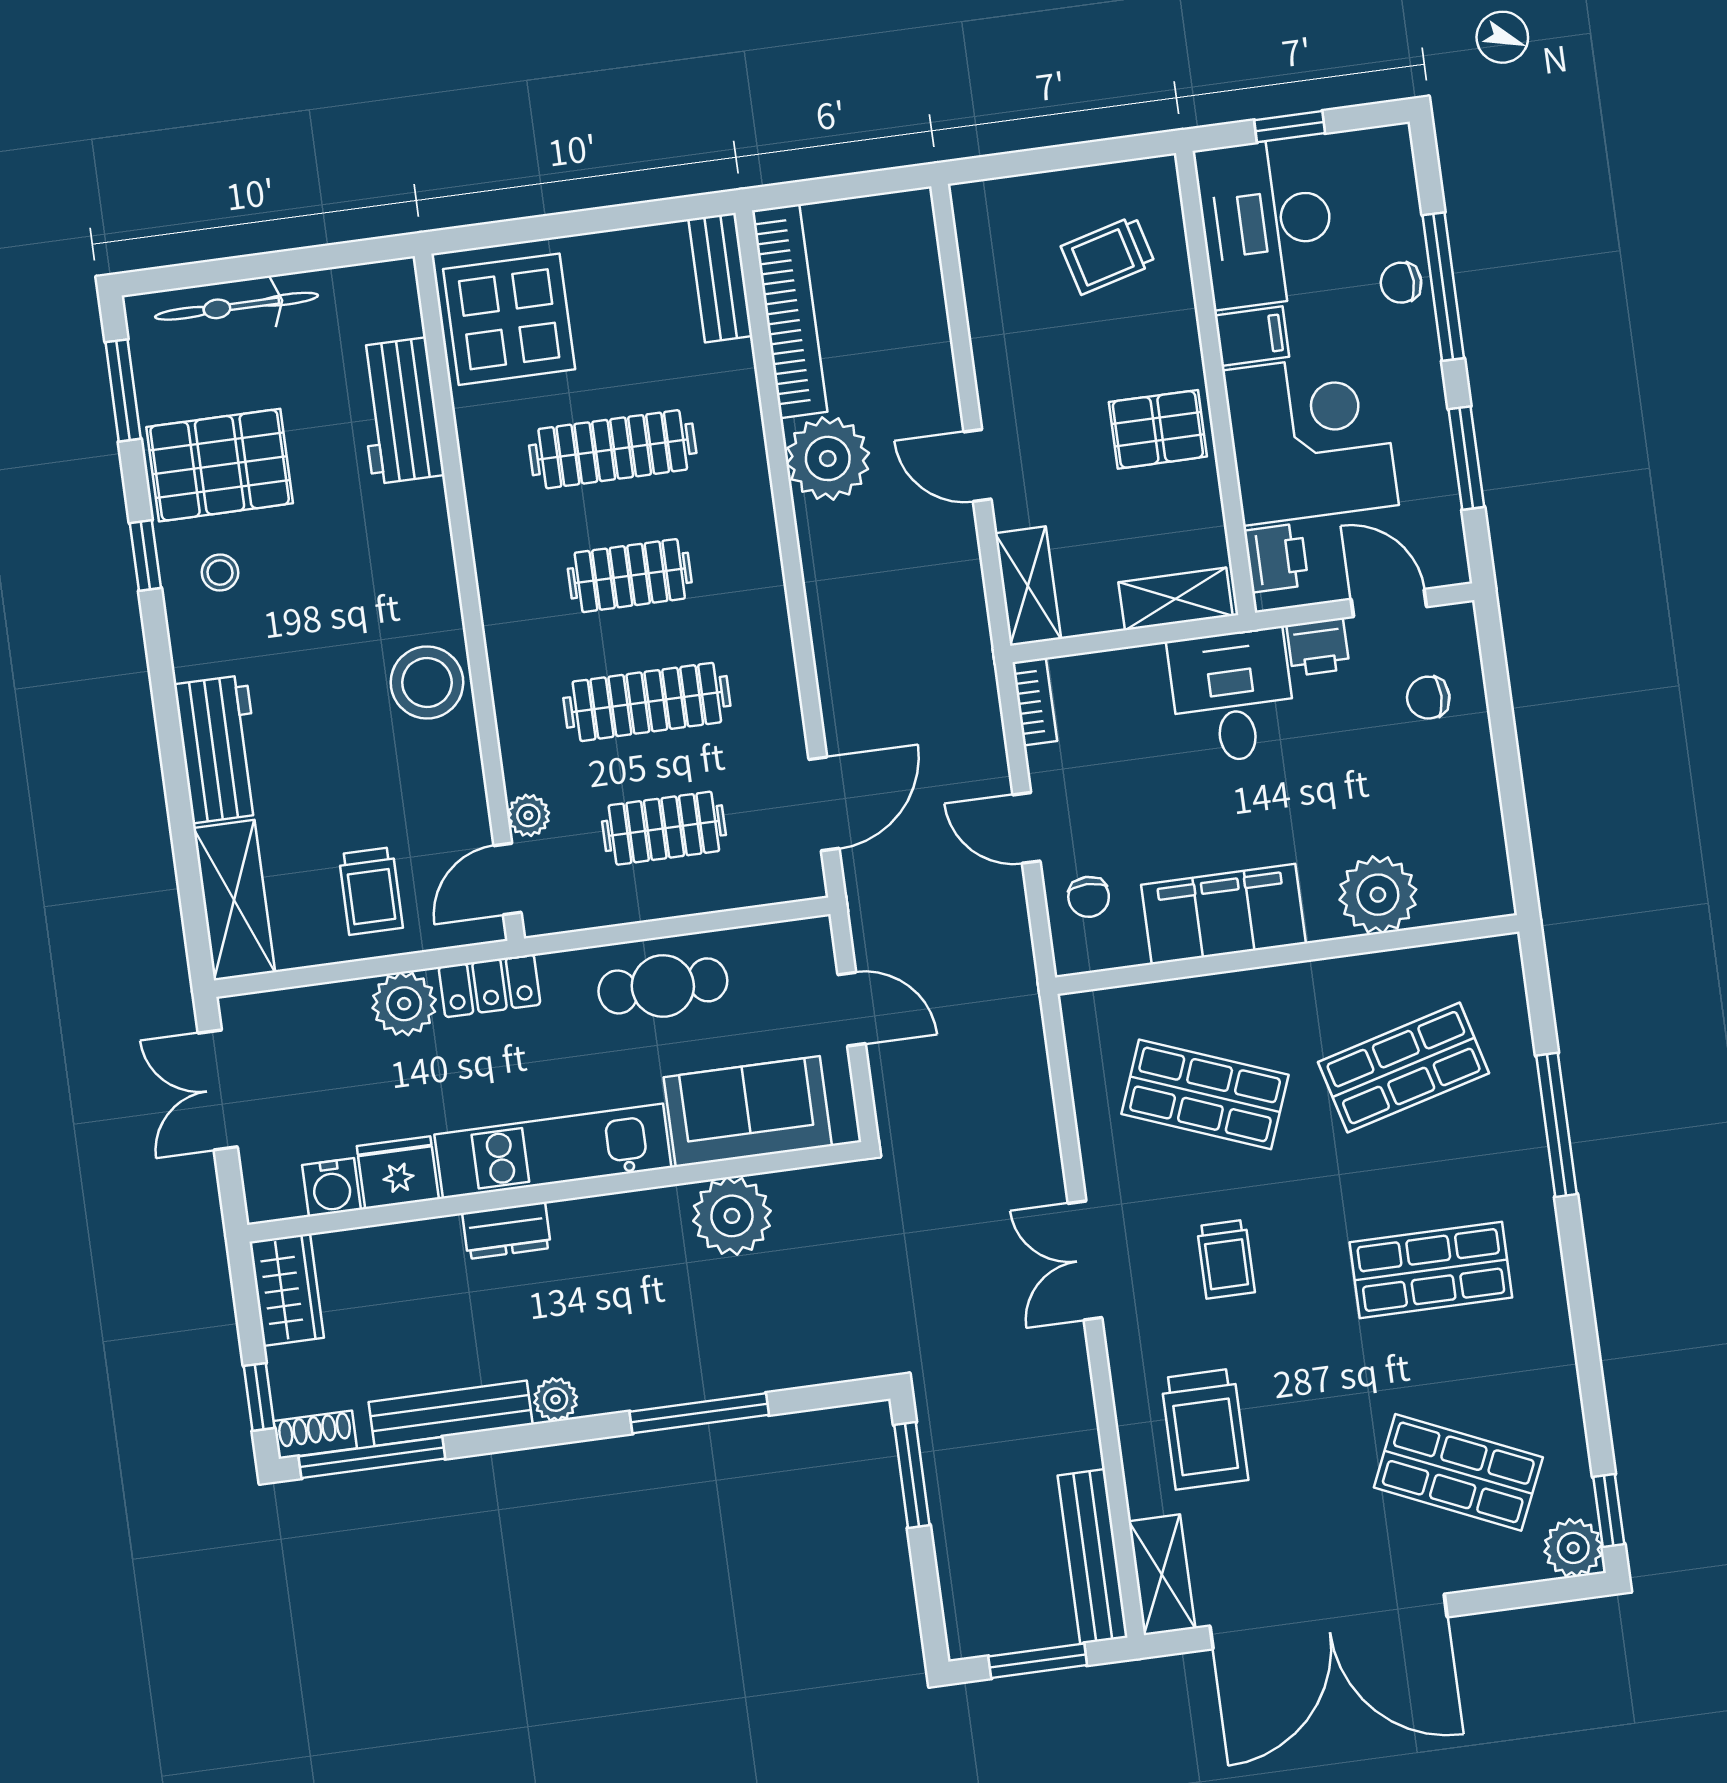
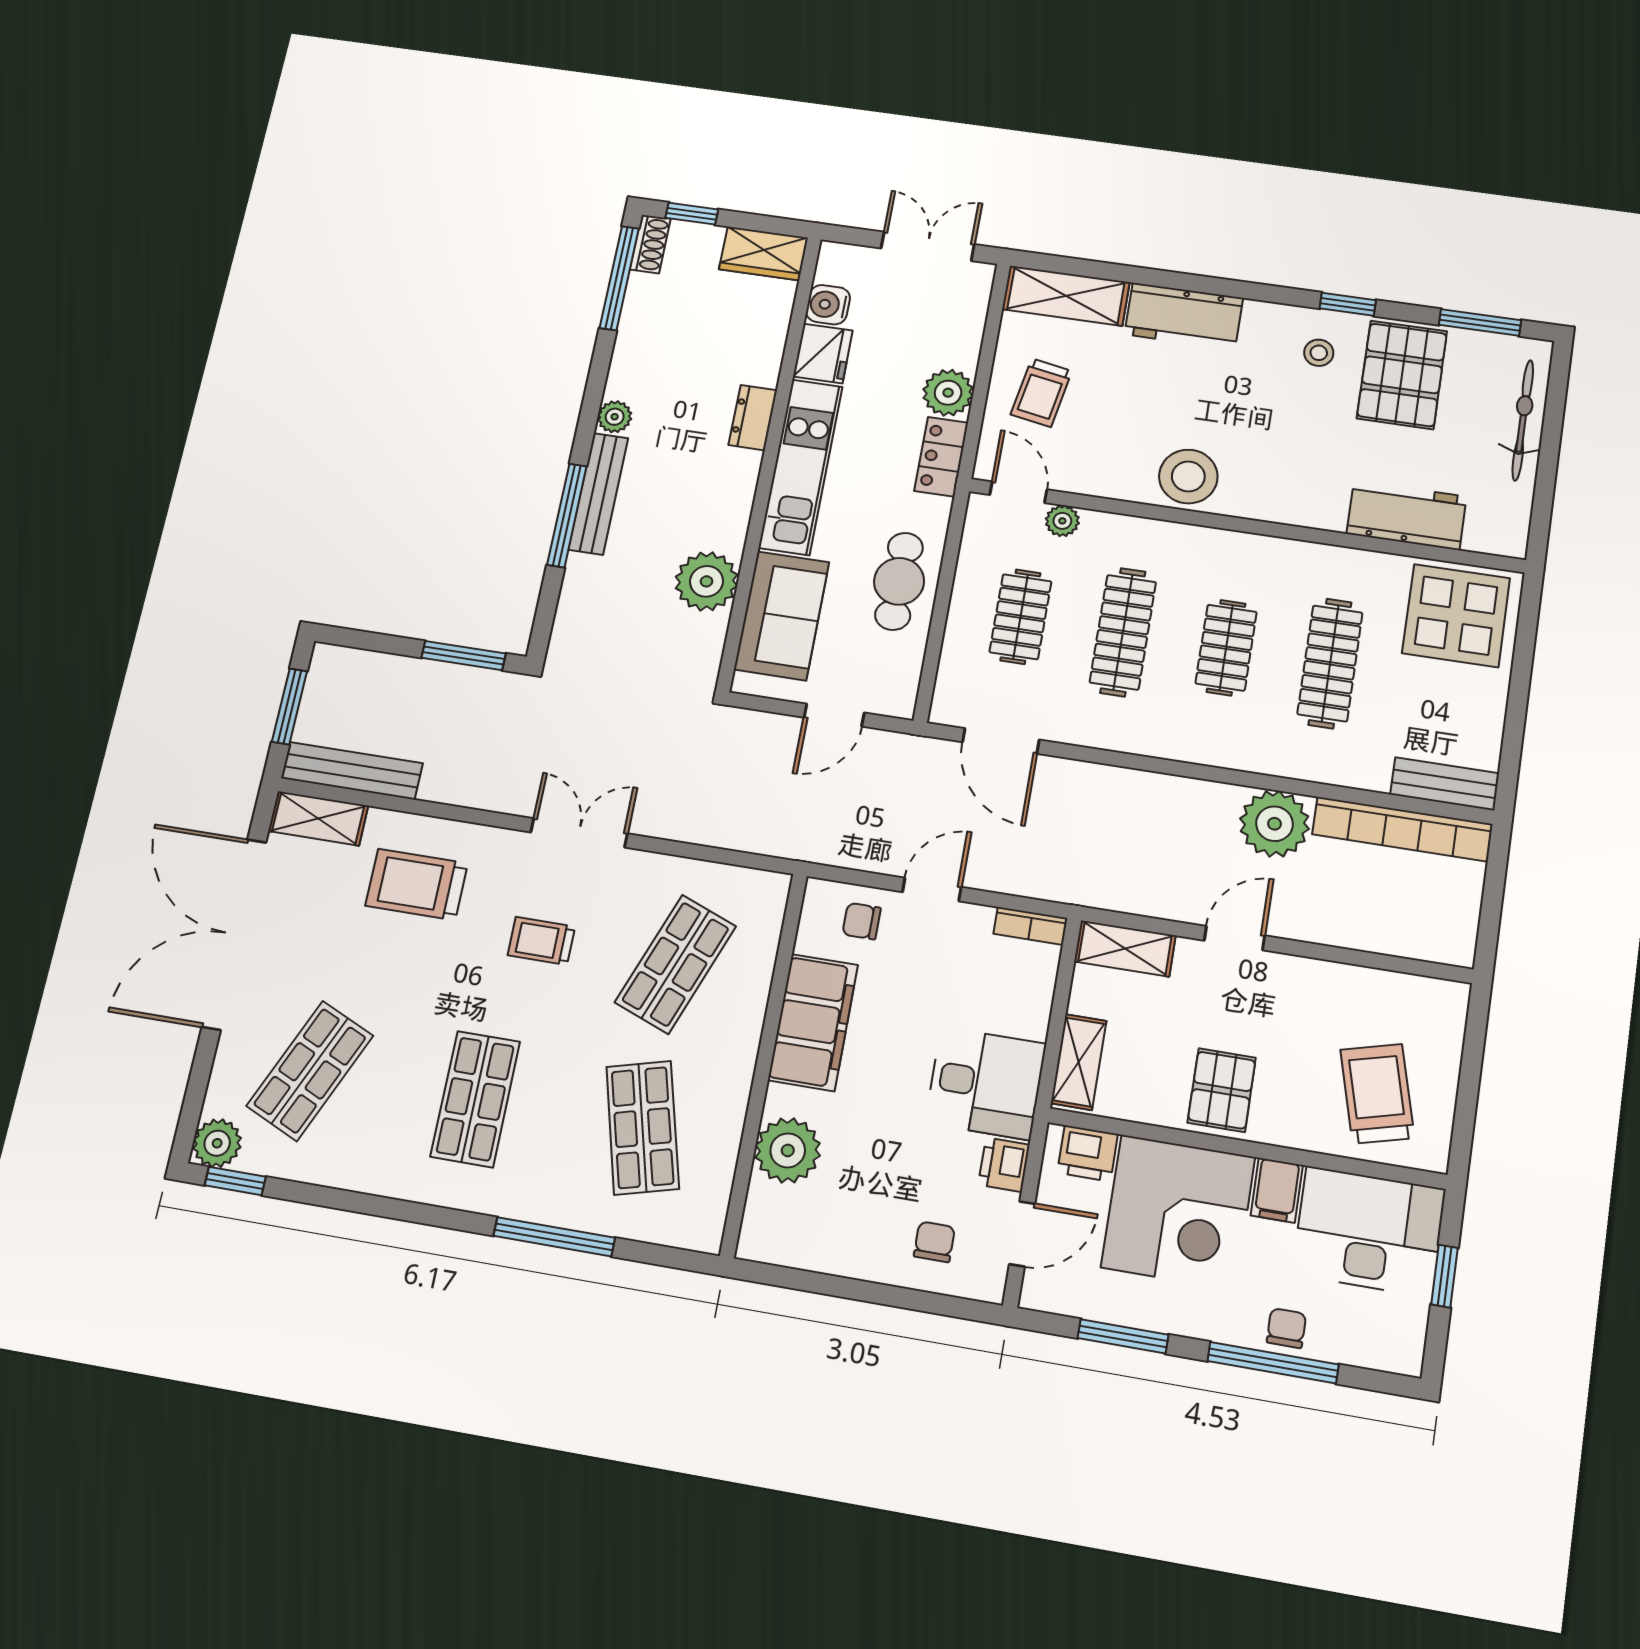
trolley: (1108, 255) -> (1377, 1094), width x1.36, depth x1.39
trolley: (371, 891) -> (1041, 393), turned -80
bench: (451, 1413) -> (598, 494), moved

